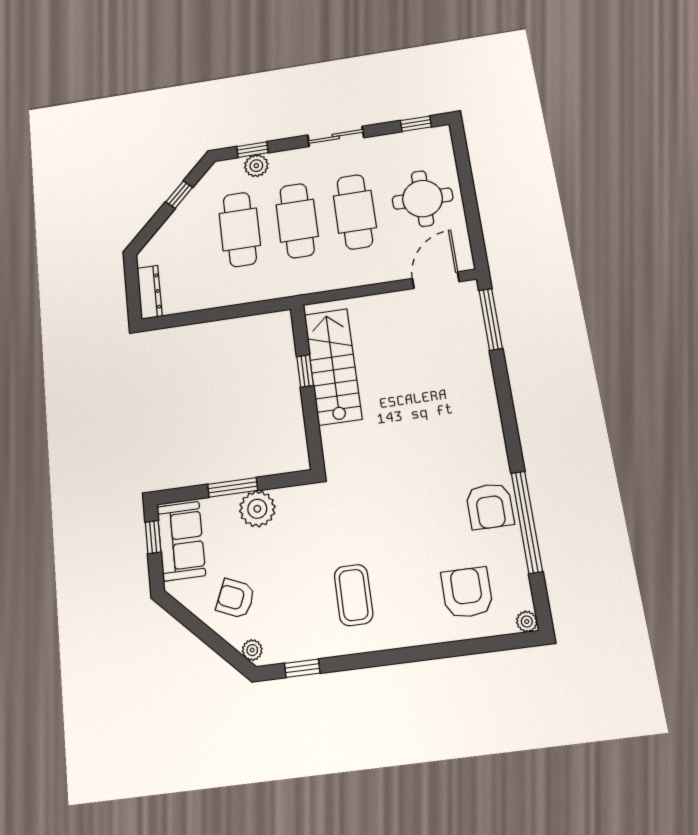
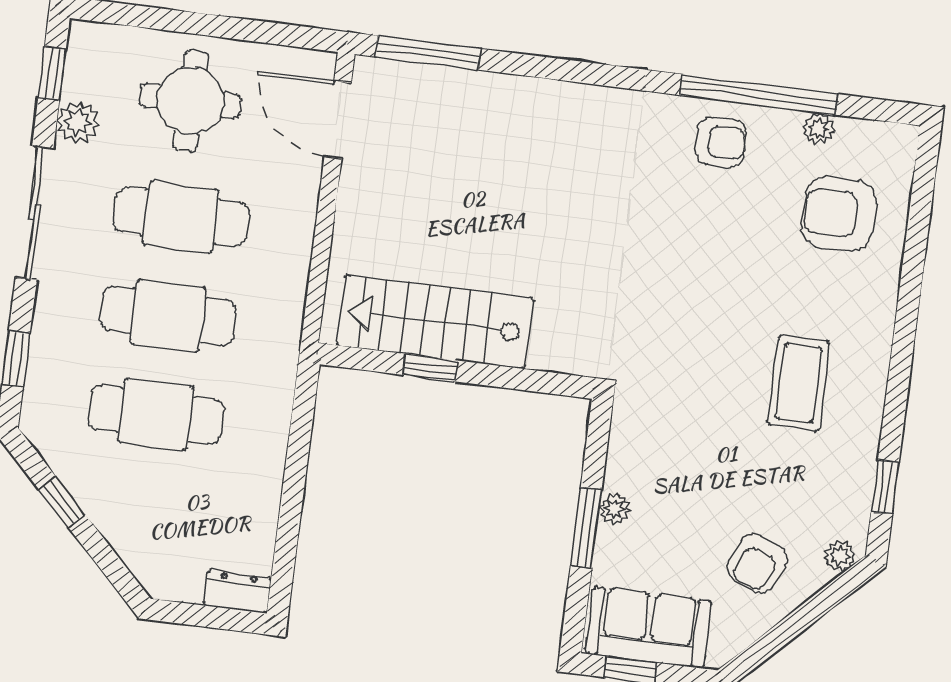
sliding door: (336, 136) -> (34, 213), width x1.37
plant: (256, 166) -> (78, 122), moved
dresser: (150, 292) -> (237, 592), width x0.70
armchair: (490, 506) -> (721, 142), width x0.72, depth x0.72
plant: (257, 509) -> (615, 509), width x0.53, depth x0.53
coffee table: (354, 595) -> (799, 383), turned 90
plant: (527, 622) -> (819, 129), moved

